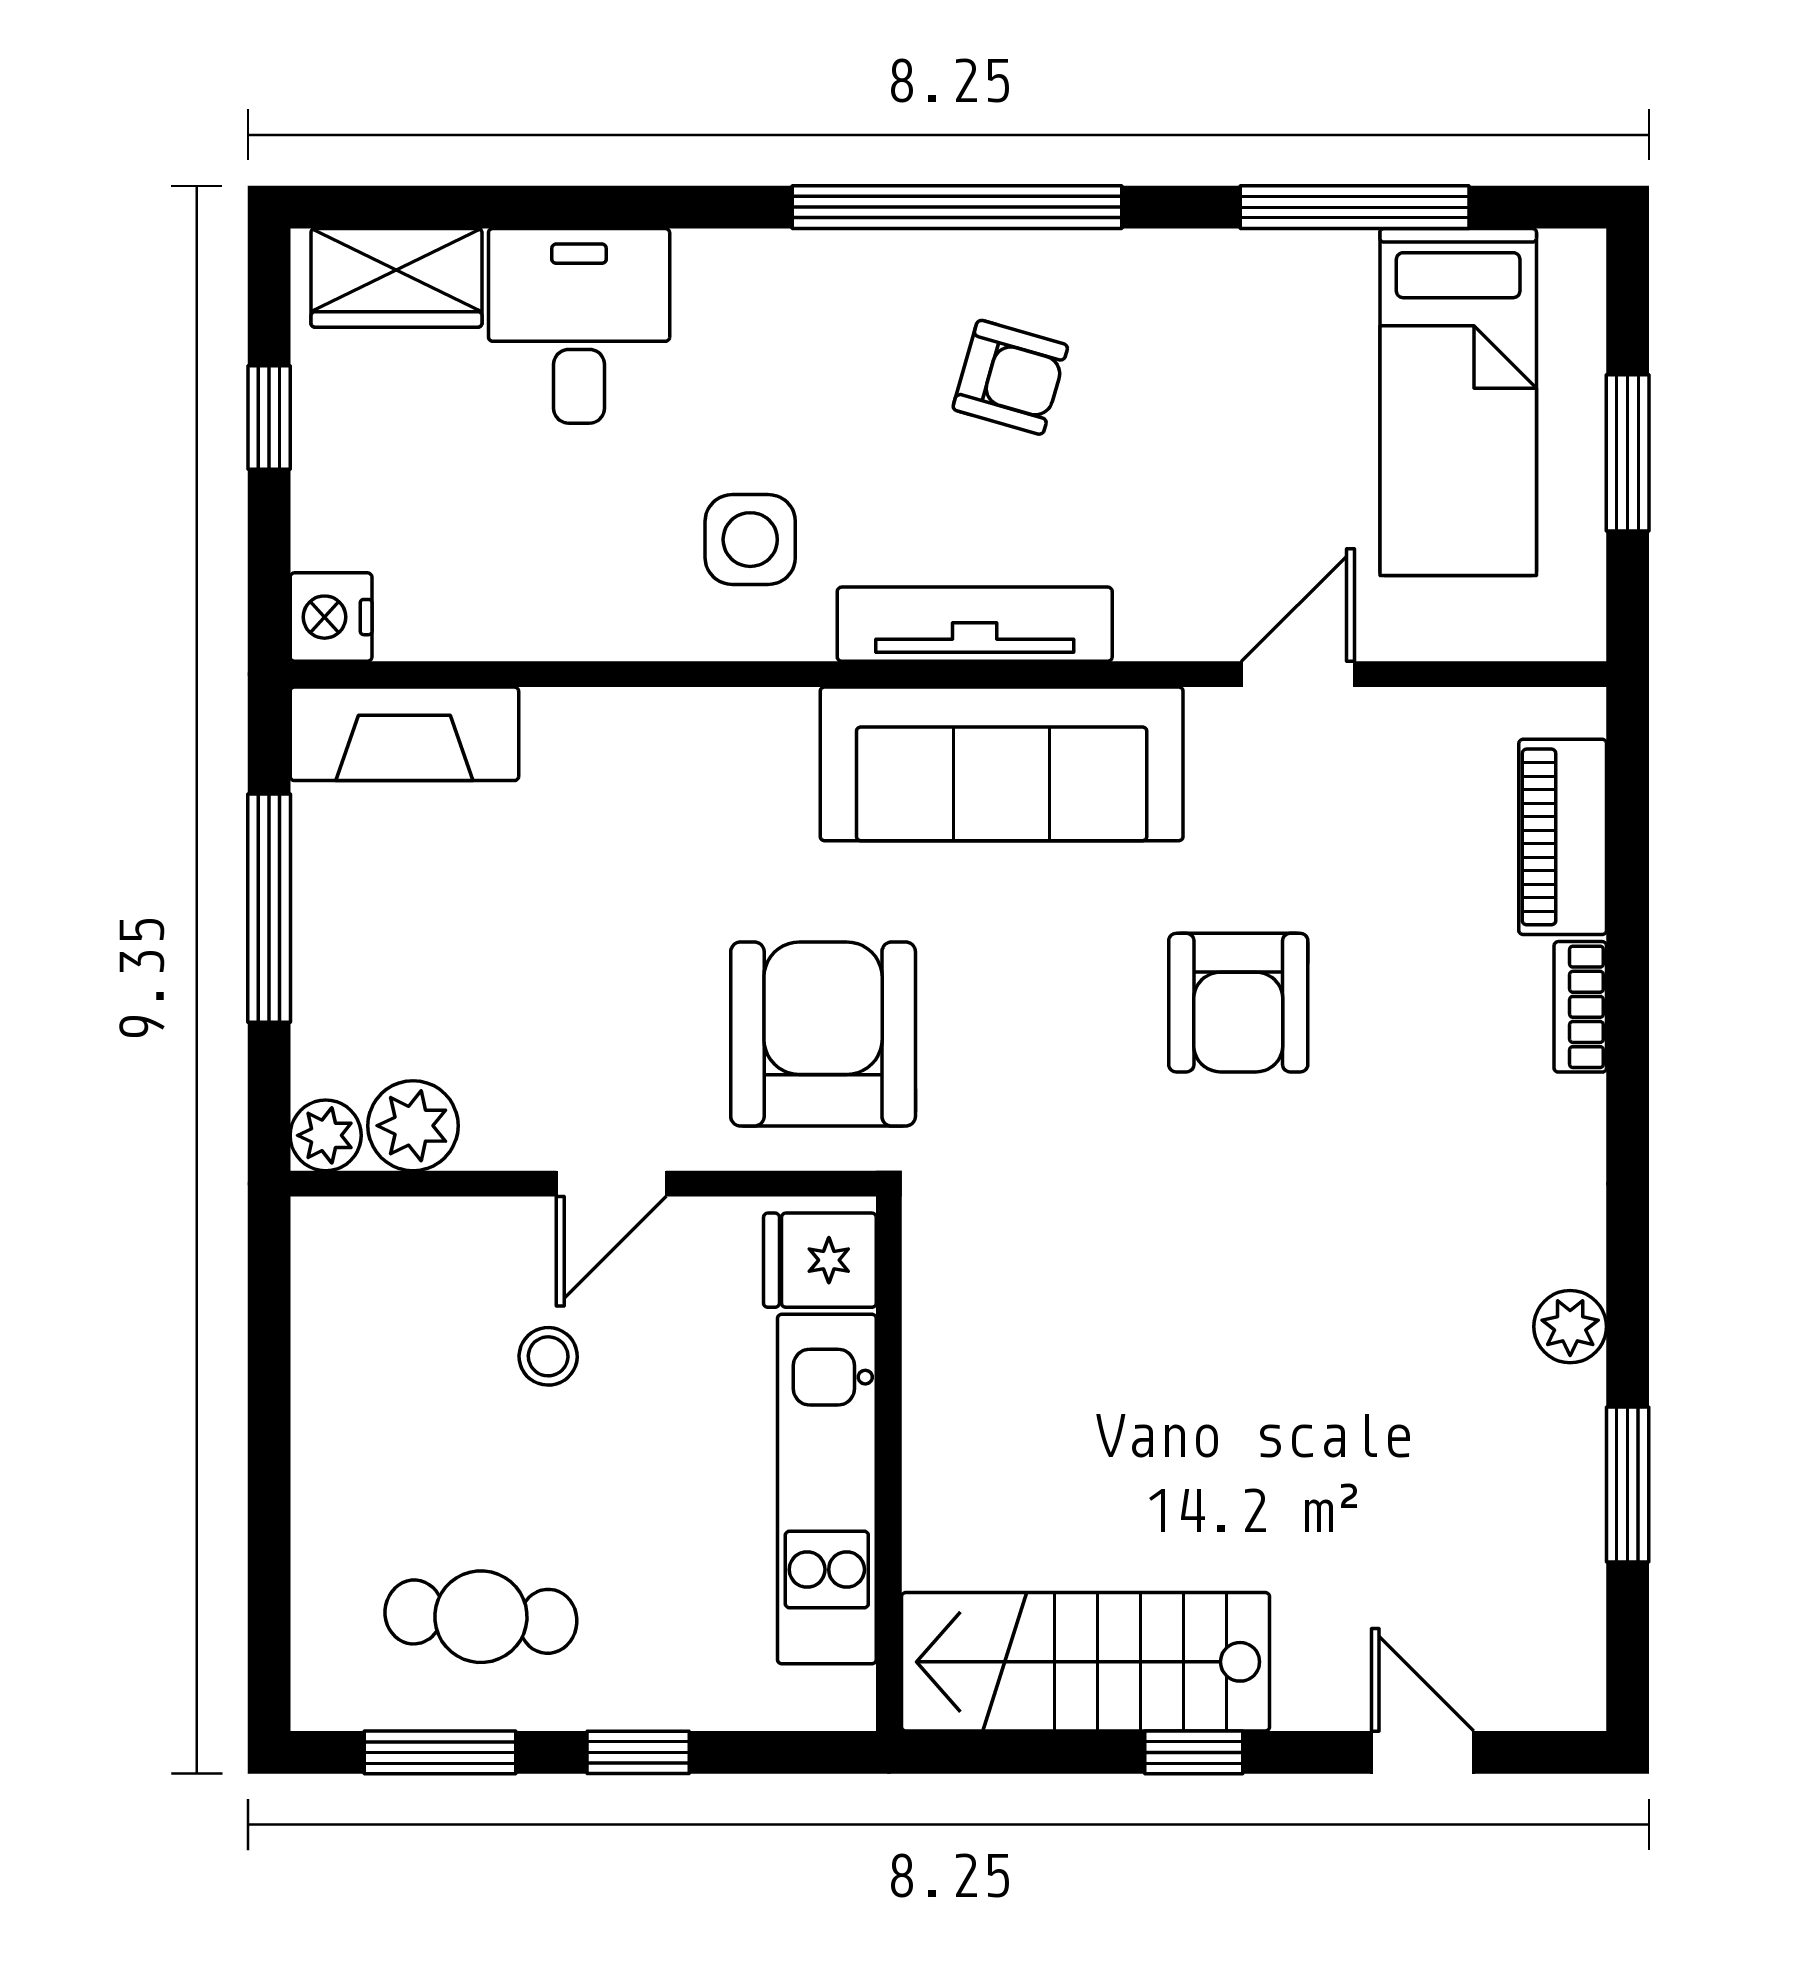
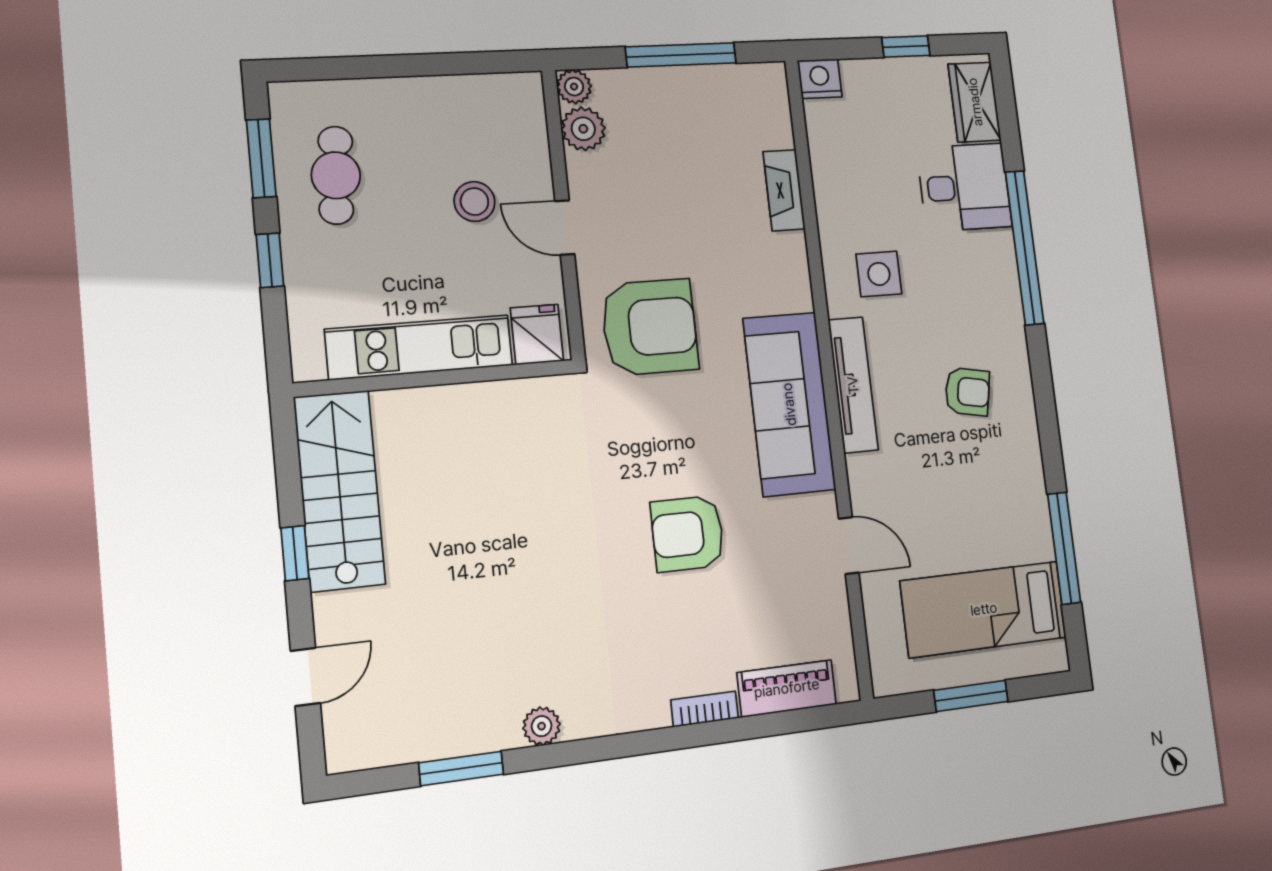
window: (957, 207) -> (1025, 248), moved
armchair: (1010, 377) -> (967, 392), turned -95
fireplace: (404, 734) -> (784, 190), moved, width x0.73, depth x0.76
stool: (548, 1356) -> (474, 202), width x1.37, depth x1.37

